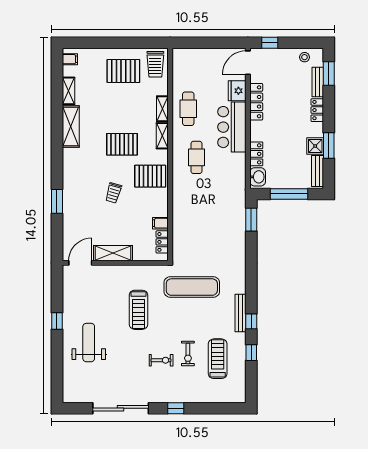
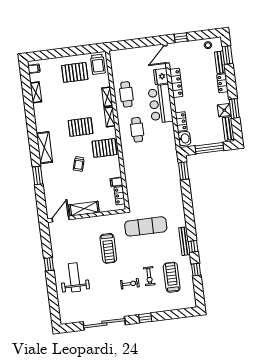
shelving: (71, 127) -> (44, 148), moved

